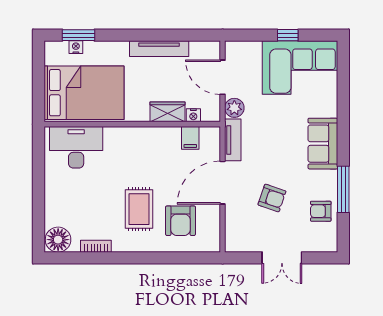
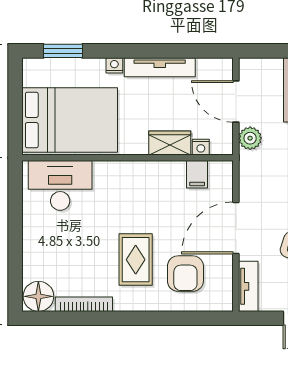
nightstand: (76, 47) -> (114, 65), moved
tv unit: (233, 140) -> (248, 286), moved
bookcase: (96, 246) -> (84, 304), width x1.56

